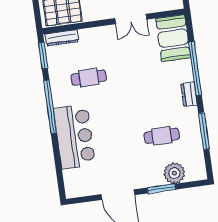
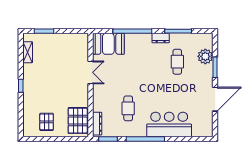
dresser: (189, 94) -> (161, 38), moved

